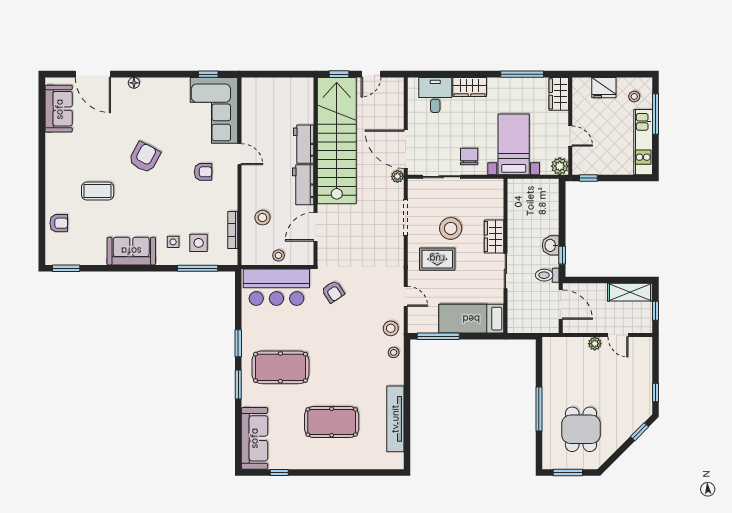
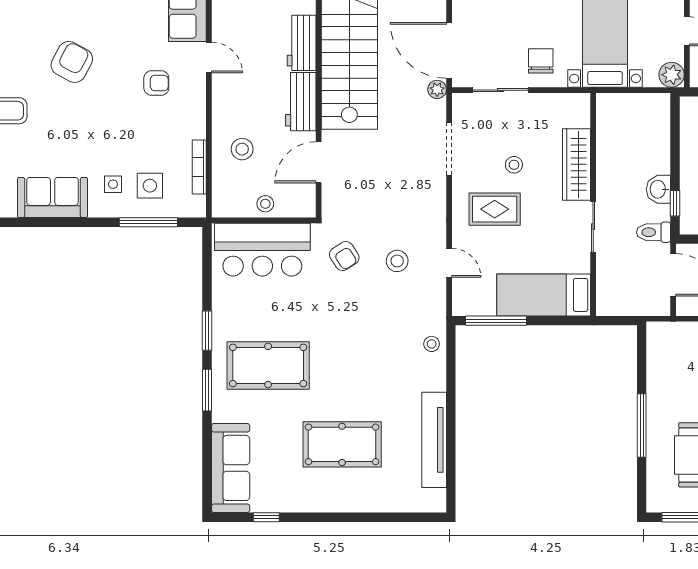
stool: (451, 228) -> (514, 165), width x0.53, depth x0.53
wardrobe: (494, 236) -> (577, 164), width x1.50
stool: (391, 328) -> (397, 261), moved

